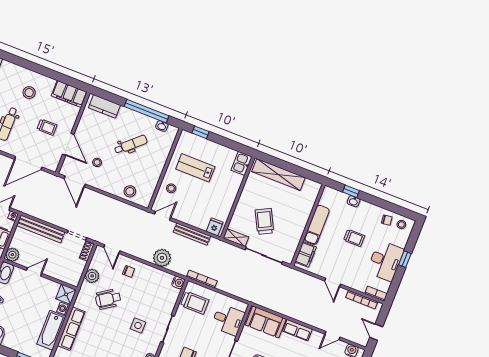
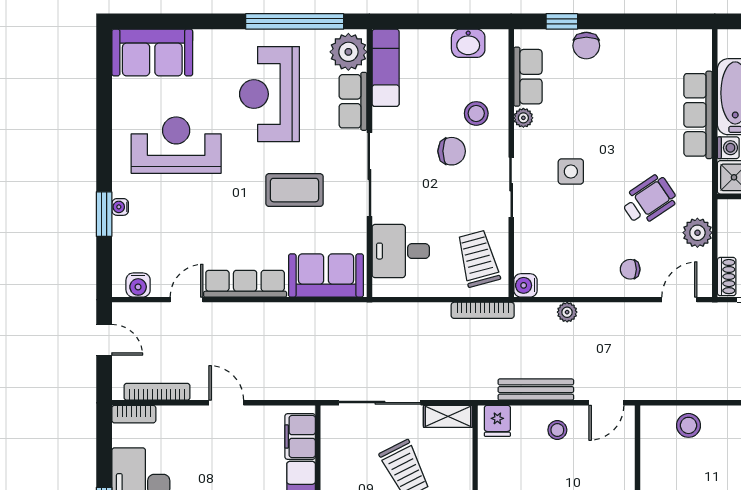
stool: (171, 188) -> (557, 430), moved
door: (112, 249) -> (679, 300), hinge flipped
plant: (162, 258) -> (567, 312), width x0.53, depth x0.53
trolley: (195, 303) -> (478, 259), turned 75
row of seats: (297, 330) -> (245, 284), width x1.48

